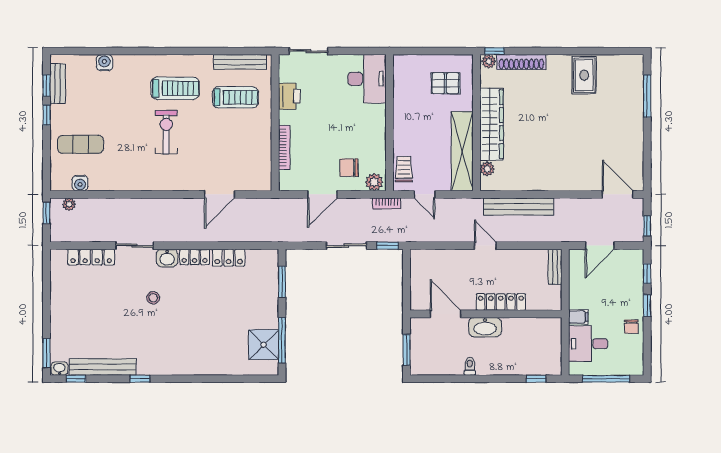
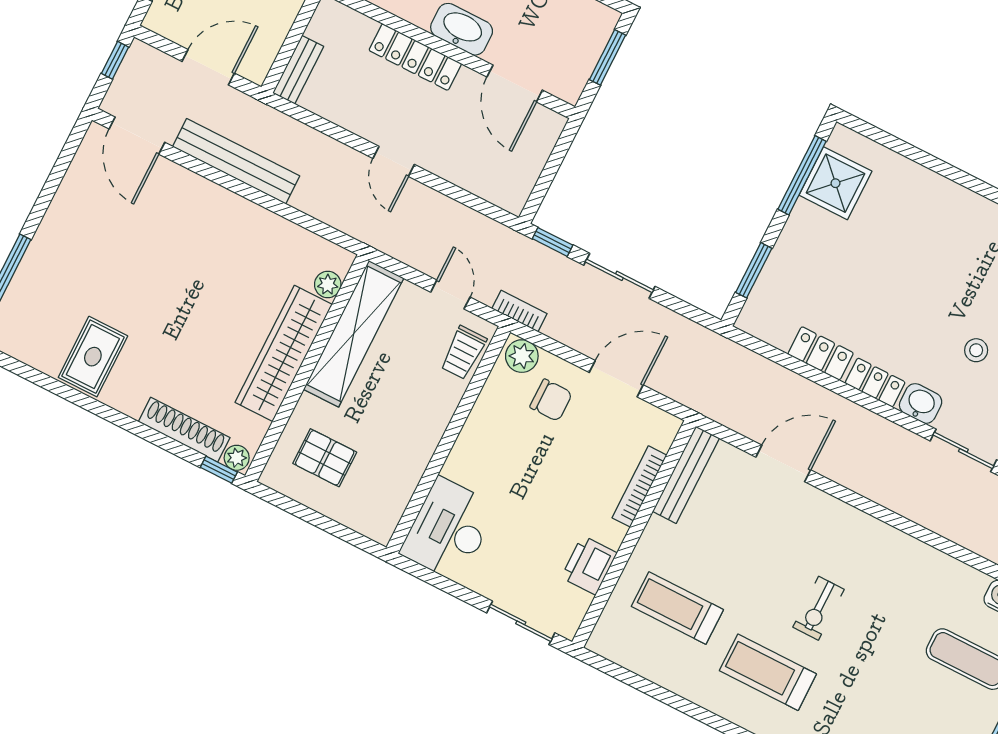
bench: (240, 62) -> (686, 475), moved, turned 90
exercise bike: (166, 132) -> (818, 608), width x0.73, depth x0.72
bench: (519, 206) -> (236, 161), moved

